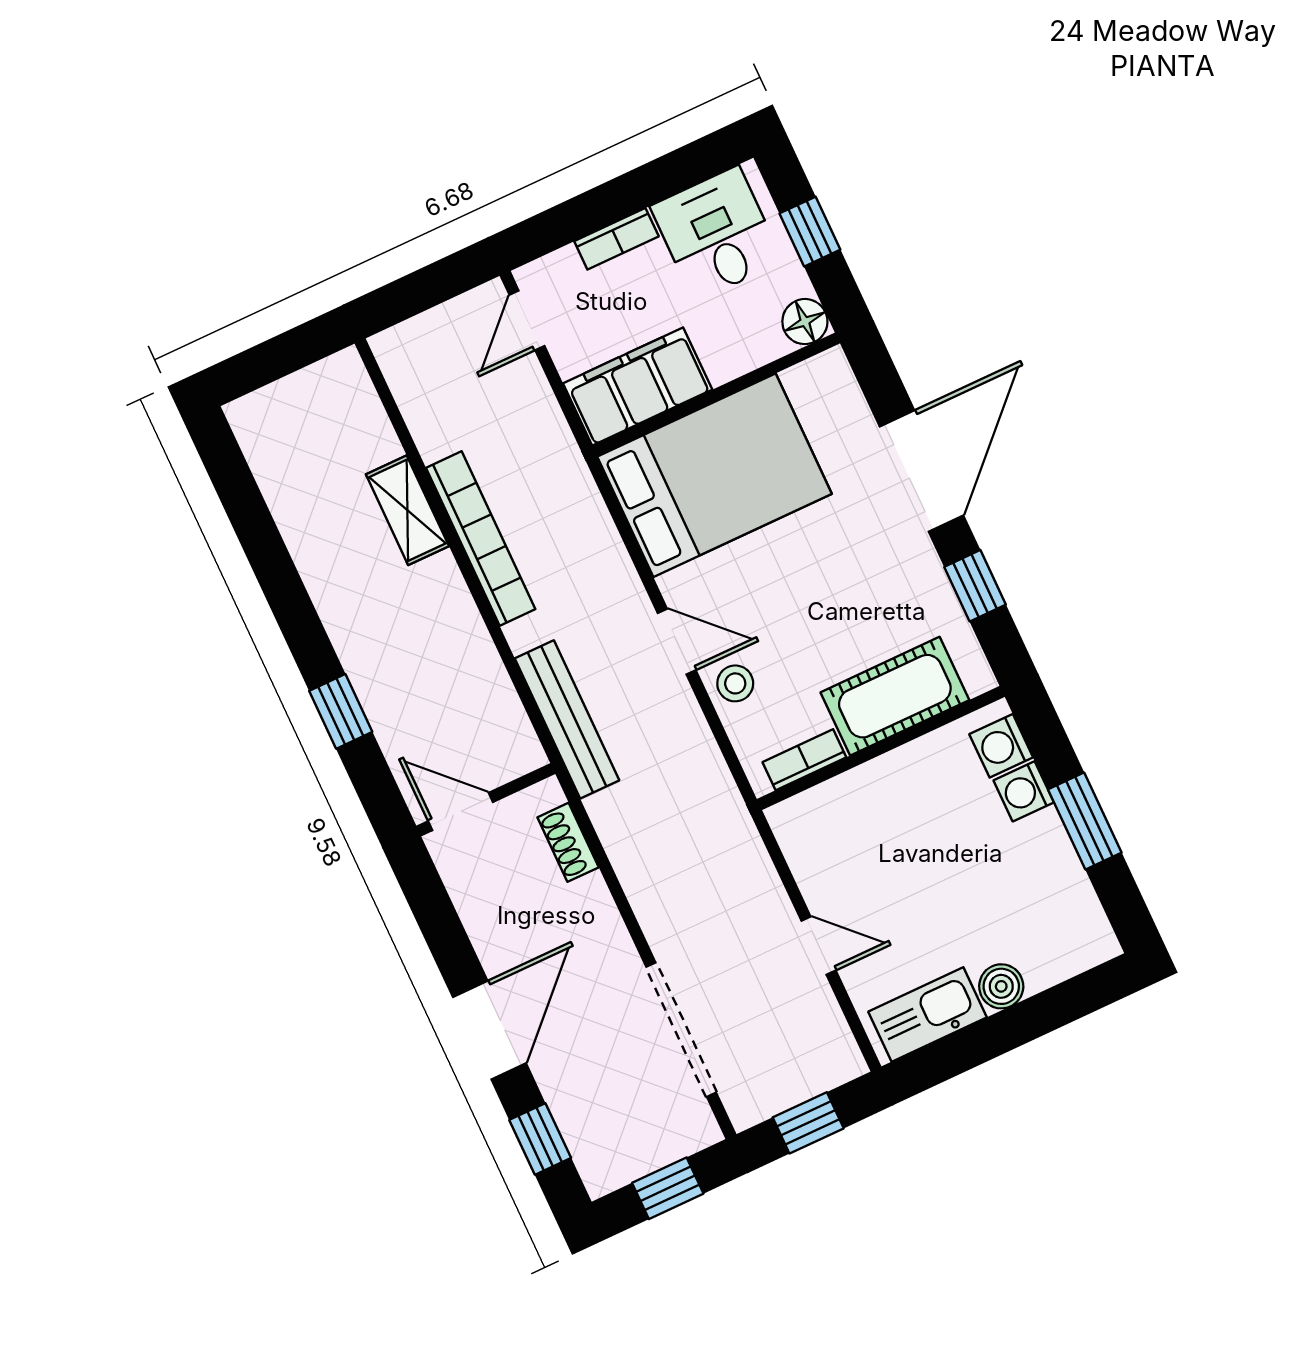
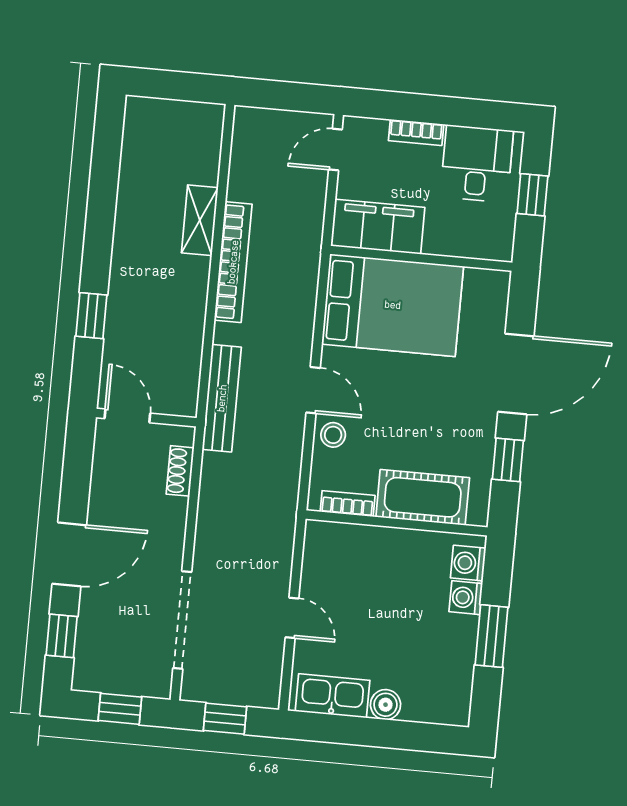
floor lamp: (805, 322) -> (499, 246), removed

